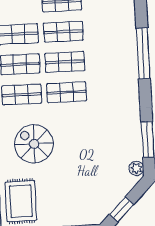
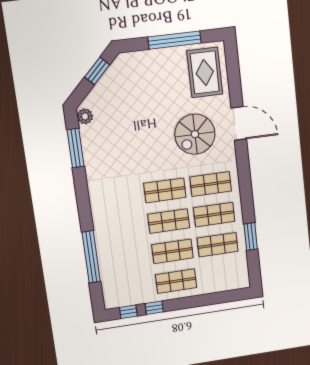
window: (143, 53) -> (91, 257), moved
spiral stairs: (34, 144) -> (195, 134), turned 90

